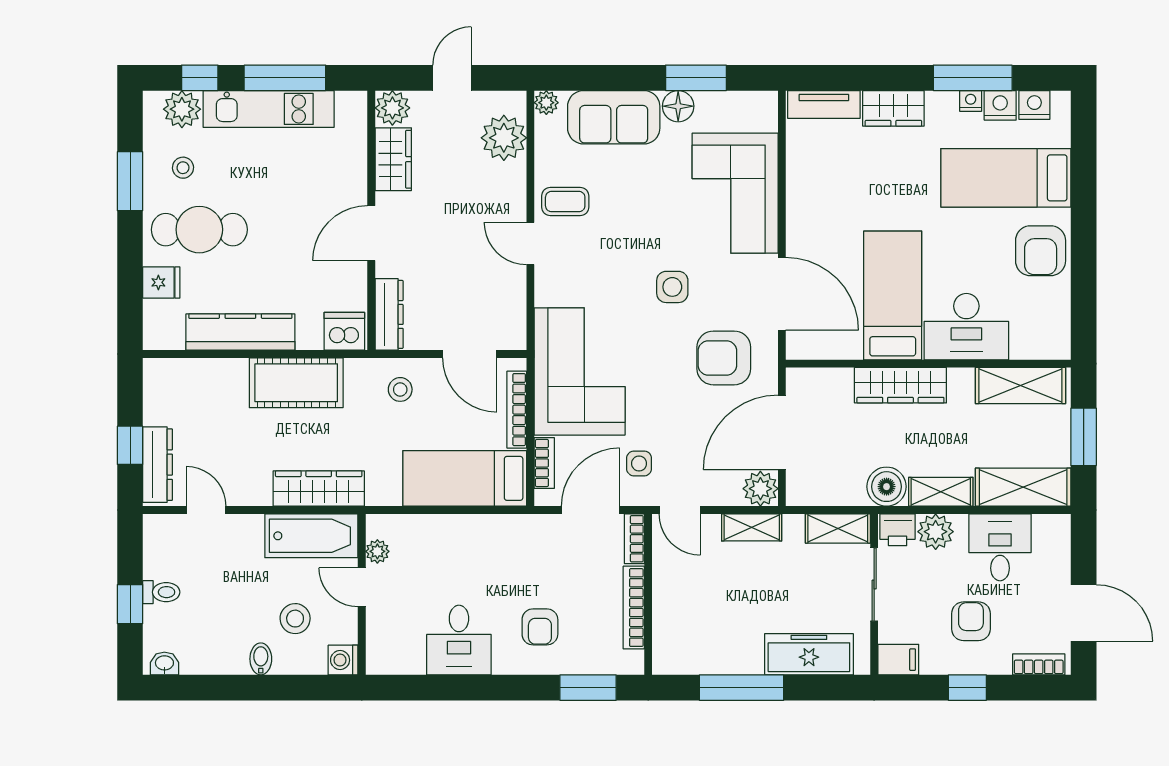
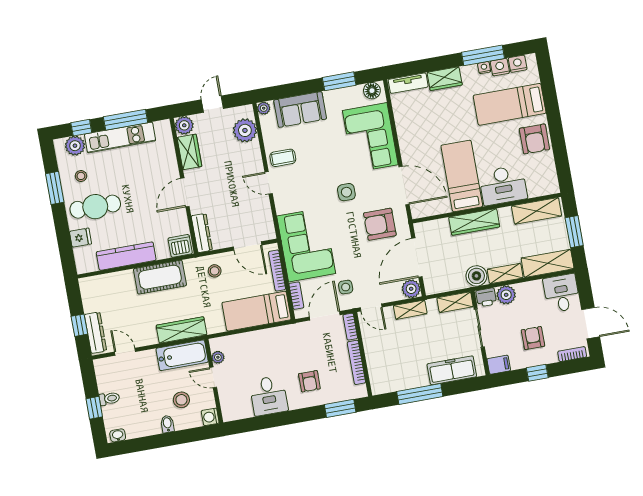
floor lamp: (678, 106) -> (372, 91), moved
desk: (1000, 547) -> (562, 293), moved

